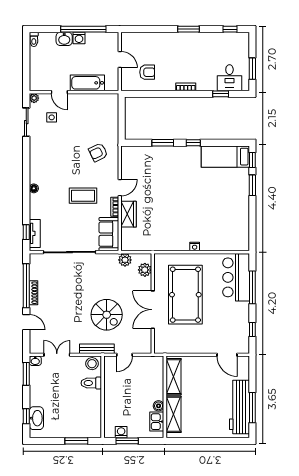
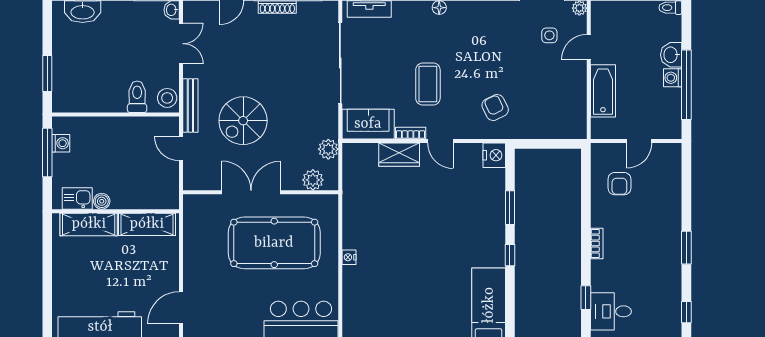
nightstand: (129, 153) -> (494, 155), added
window: (127, 441) -> (47, 152), width x1.44

